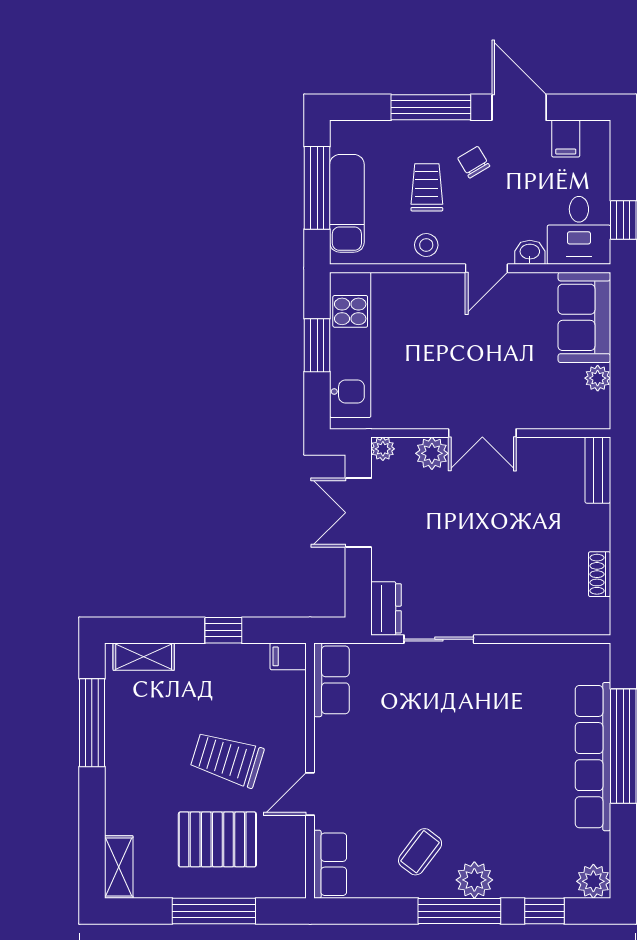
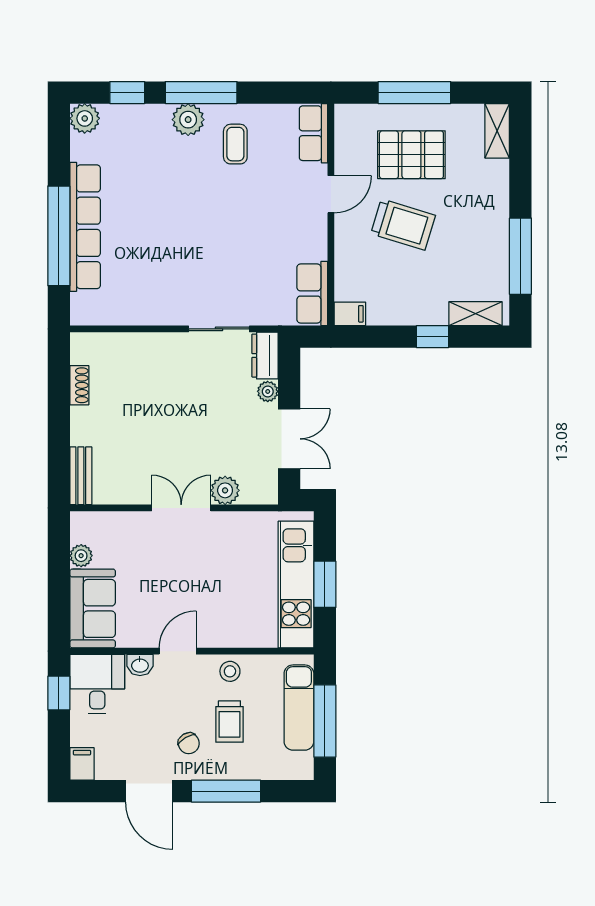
filing cabinet: (566, 139) -> (82, 764), moved
plant: (383, 449) -> (268, 391), moved
window: (223, 630) -> (433, 337), moved
coffee table: (420, 852) -> (235, 144), turned -37

